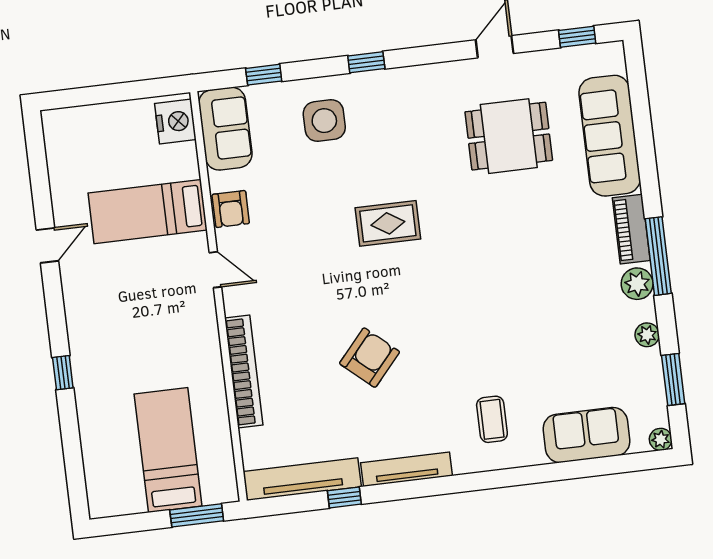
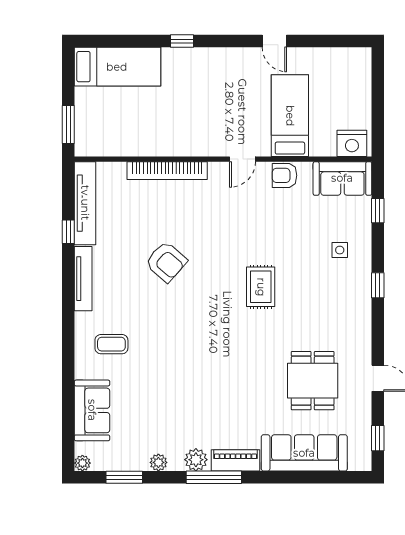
side table: (324, 121) -> (340, 250), width x0.54, depth x0.54
bed: (168, 450) -> (117, 67), moved

